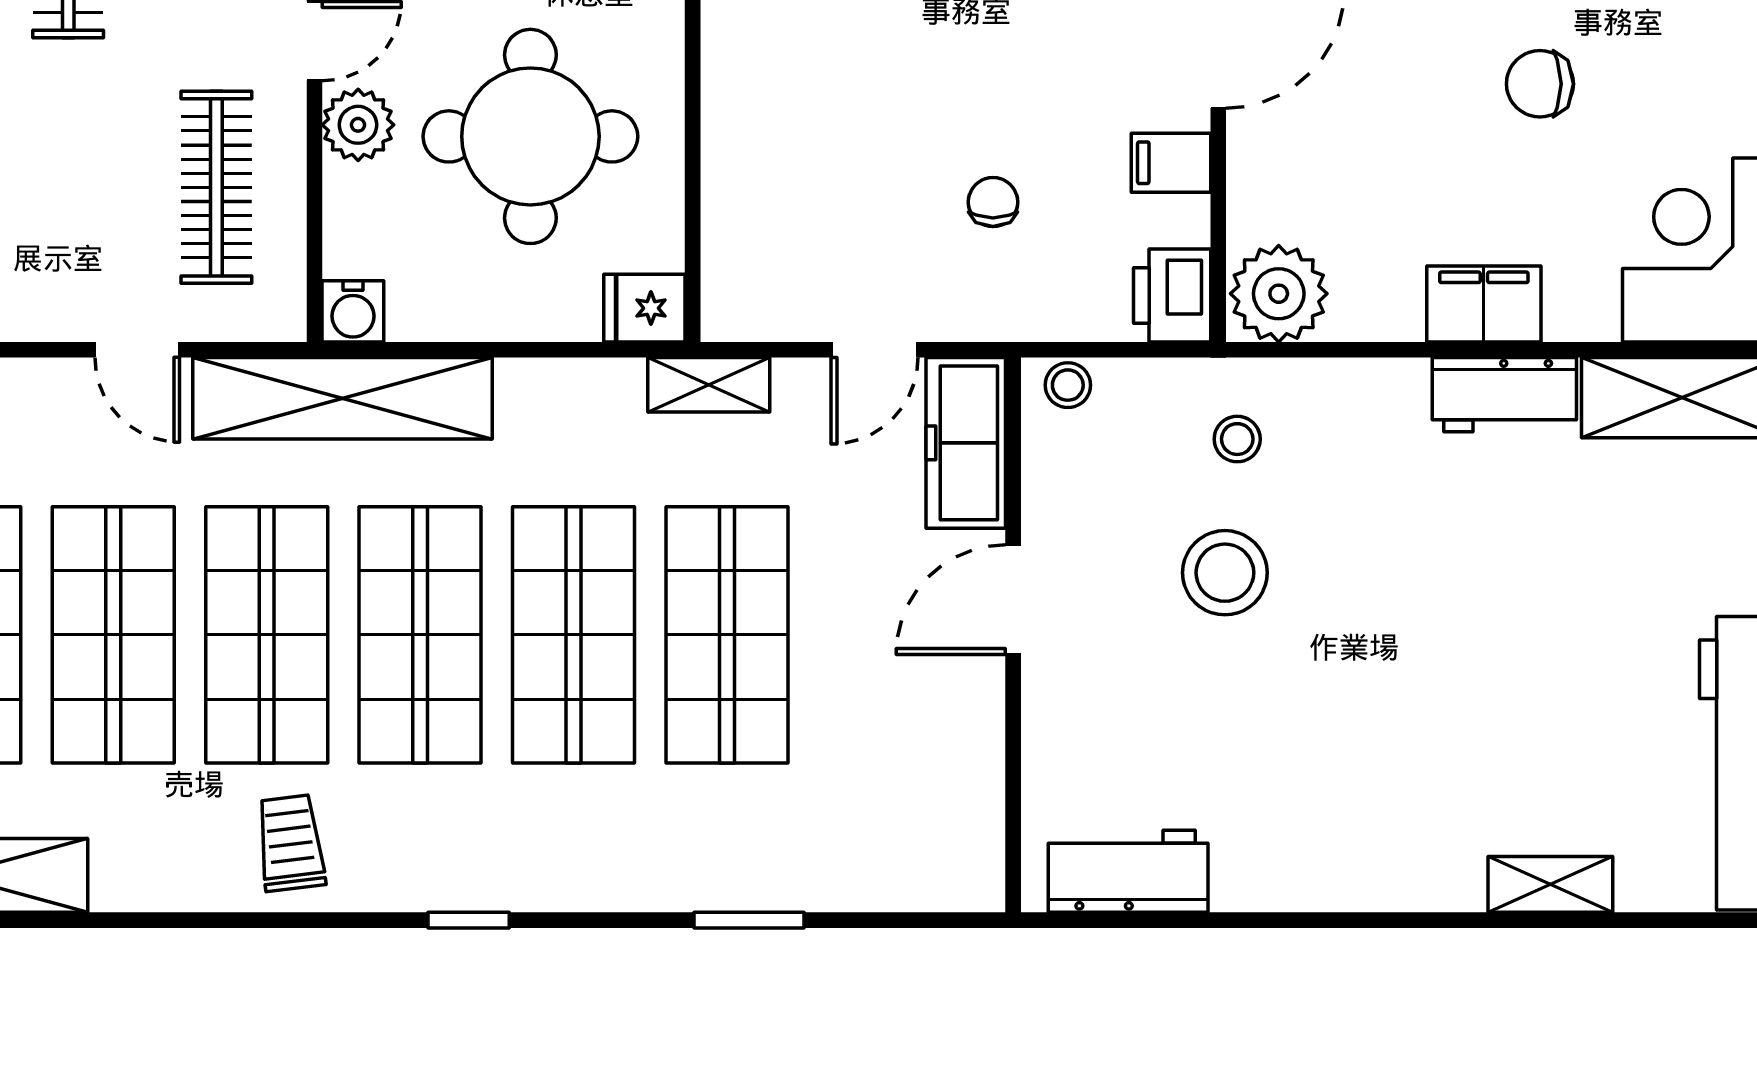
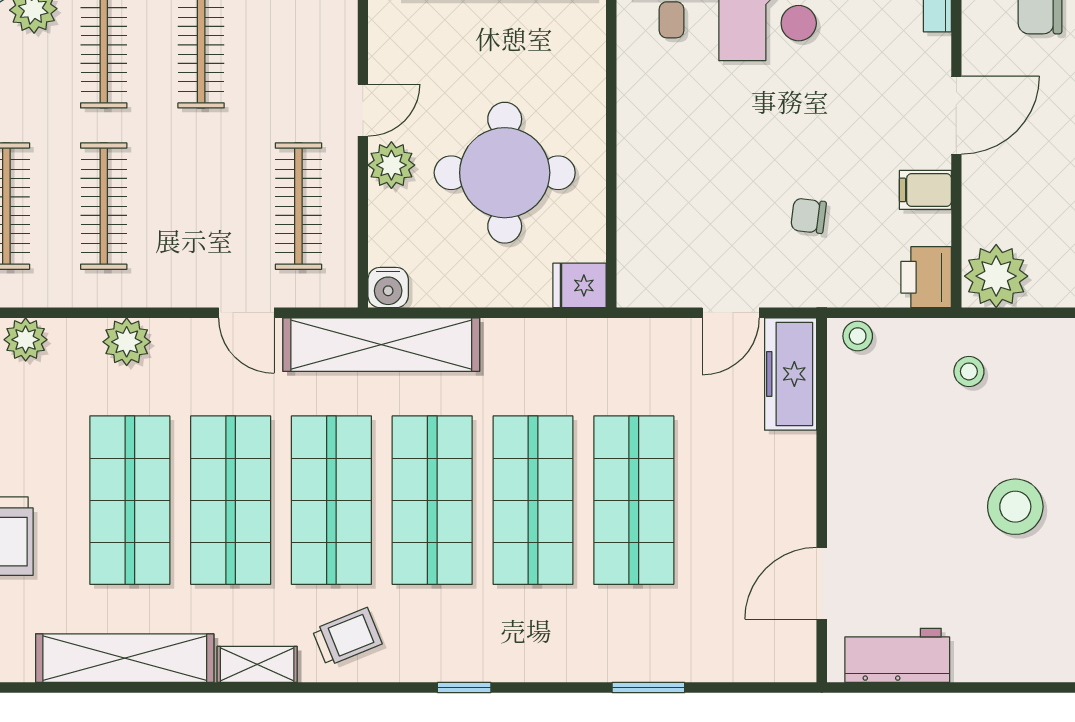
chair: (993, 202) -> (809, 216), turned -83
shelving: (709, 385) -> (257, 664), moved
stool: (1225, 573) -> (1015, 507), moved
door: (1013, 600) -> (822, 583), moved
trolley: (291, 843) -> (347, 637), turned 75

